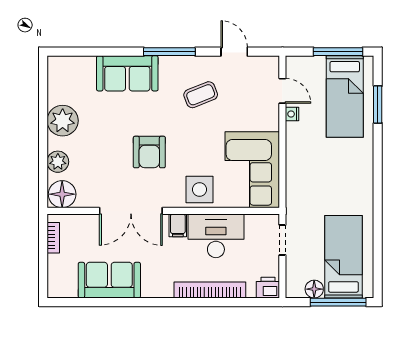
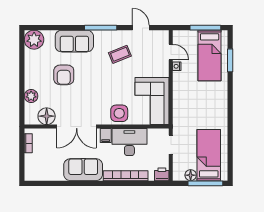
plant: (63, 121) -> (34, 40), moved
armchair: (149, 152) -> (64, 75), moved
floor lamp: (62, 194) -> (47, 116), moved
sofa: (109, 280) -> (83, 170), moved

